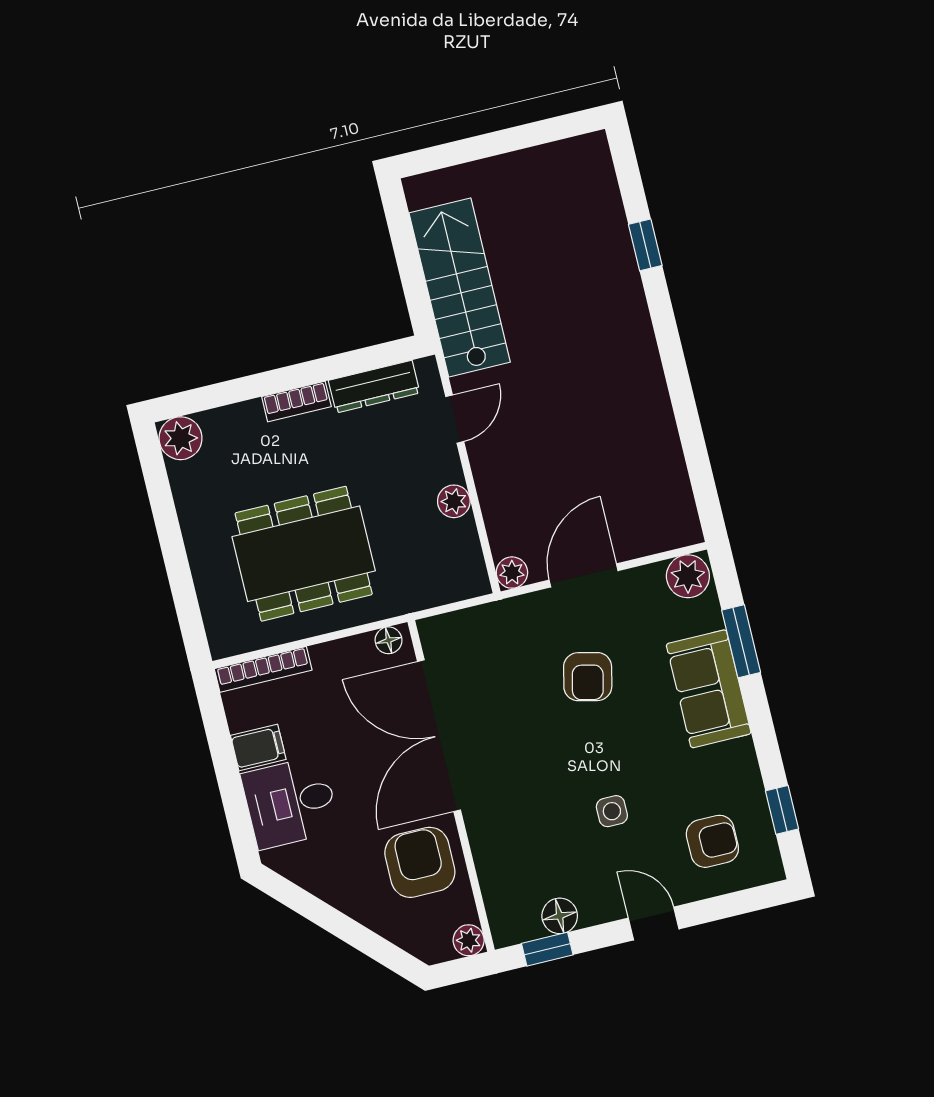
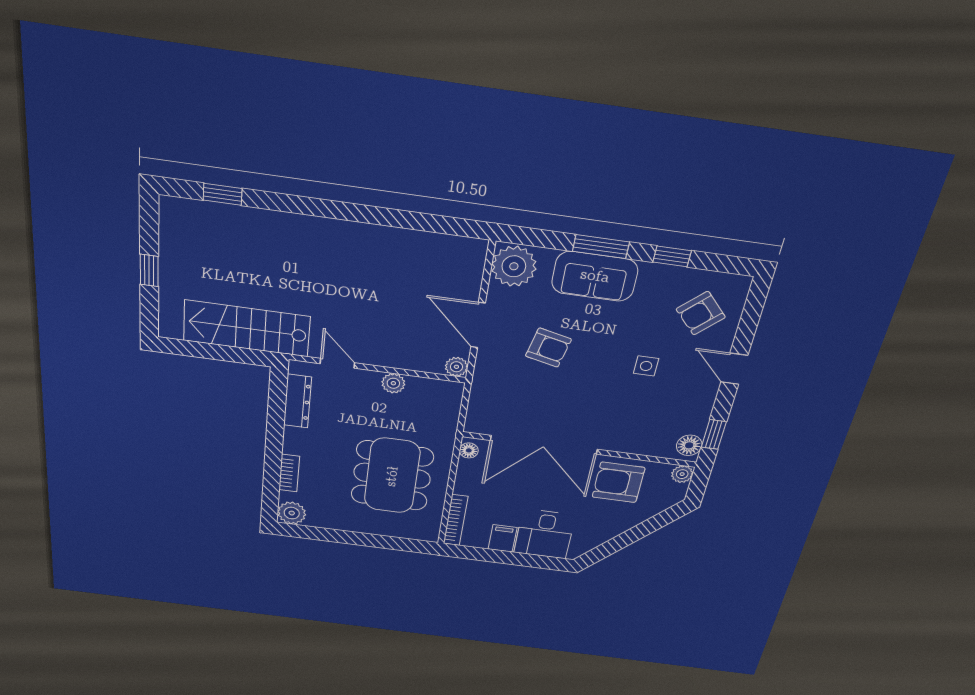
window: (495, 143) -> (149, 270), added
window: (645, 245) -> (223, 194), moved
bookcase: (296, 402) -> (289, 473), moved
plant: (688, 576) -> (514, 266), width x1.36, depth x1.36
window: (741, 641) -> (601, 247), moved
window: (782, 810) -> (672, 256), moved
armchair: (712, 841) -> (701, 313), turned -133
floor lamp: (560, 916) -> (689, 445), moved
door: (654, 923) -> (734, 369), hinge flipped

